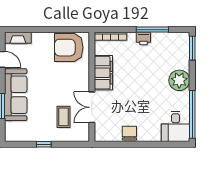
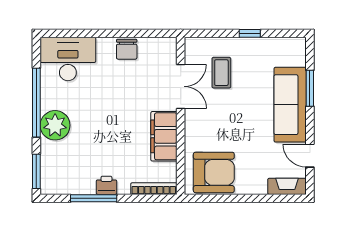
window: (192, 114) -> (36, 103), moved
desk: (176, 126) -> (68, 59), width x1.37

